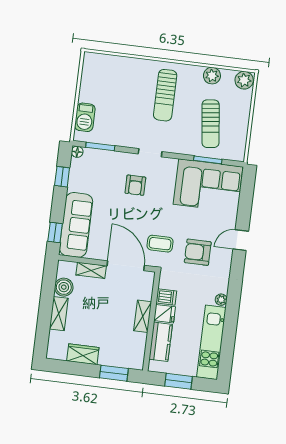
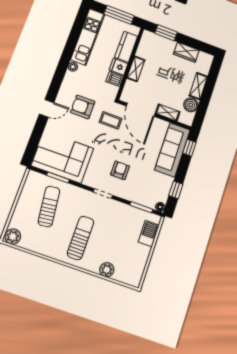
plant: (212, 76) -> (107, 270), moved
armchair: (198, 252) -> (83, 107), turned 180
window: (179, 381) -> (119, 15), width x1.44

